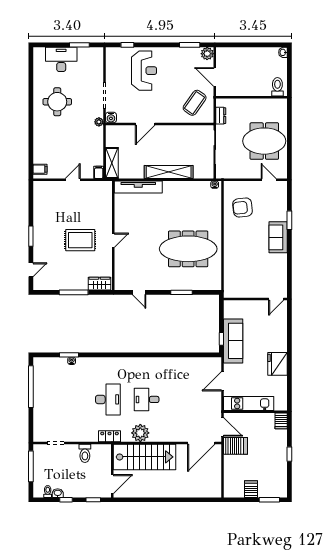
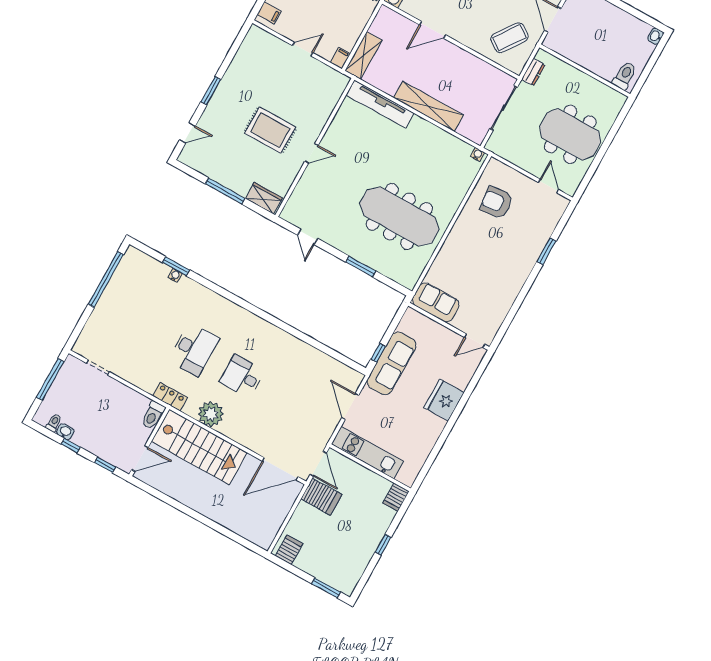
sofa: (278, 237) -> (436, 302), moved, turned 90
fridge: (277, 364) -> (444, 400), moved
door: (223, 381) -> (350, 407), hinge flipped
toilet: (85, 453) -> (153, 415), moved
server rack: (251, 489) -> (289, 550), moved

